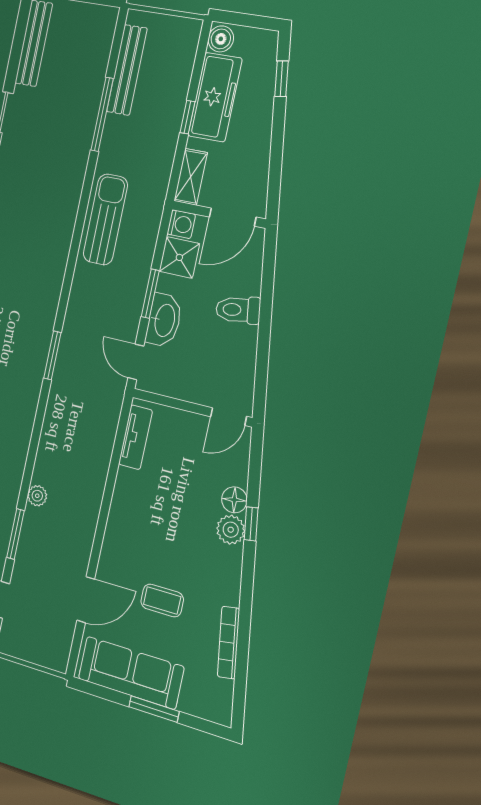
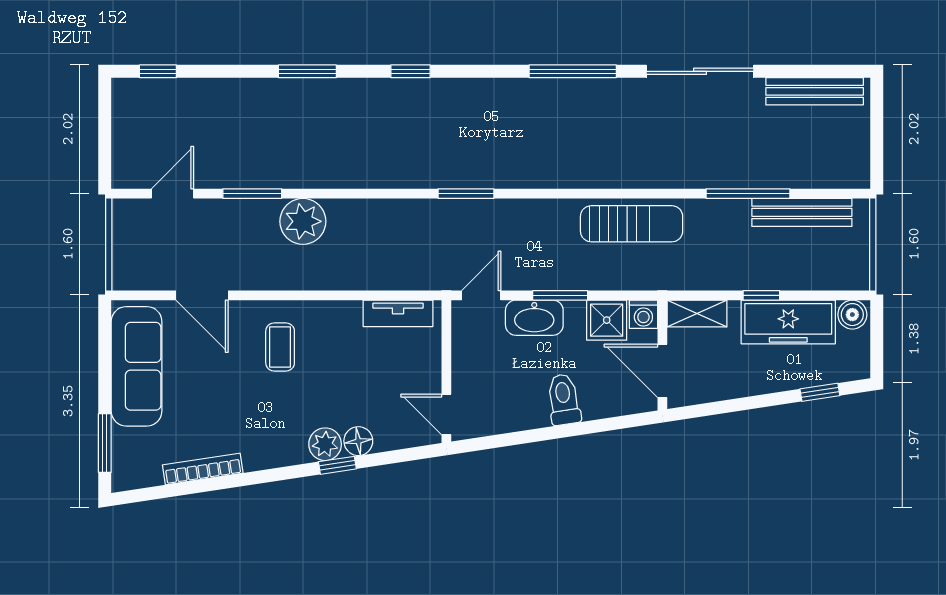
plant: (37, 496) -> (303, 221), width x1.88, depth x1.88
coffee table: (162, 600) -> (280, 347), moved
window: (154, 709) -> (105, 443), moved

